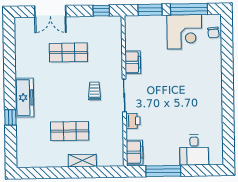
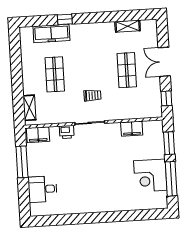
double door: (50, 11) -> (164, 62), moved
chair: (213, 33) -> (151, 202), removed
shelving: (21, 49) -> (128, 26), added
filing cabinet: (133, 62) -> (132, 129), moved
freezer: (24, 98) -> (51, 33), moved
shelving: (82, 161) -> (29, 108), moved

